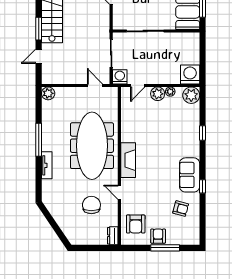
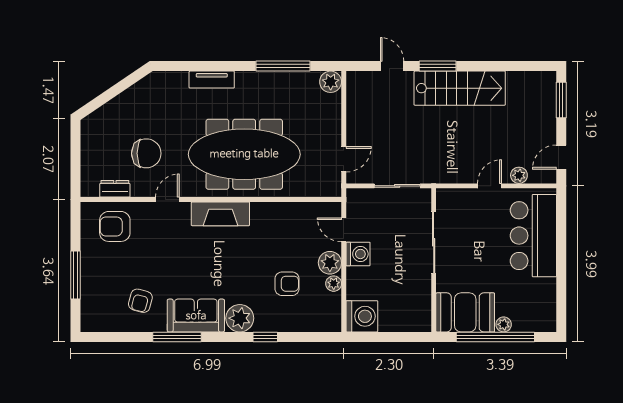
washing machine: (120, 77) -> (358, 254), moved
plant: (191, 95) -> (240, 318), moved
window: (39, 140) -> (283, 66), moved
window: (203, 186) -> (177, 337), width x2.17
dresser: (113, 236) -> (115, 189), moved
armchair: (158, 236) -> (287, 284), moved

